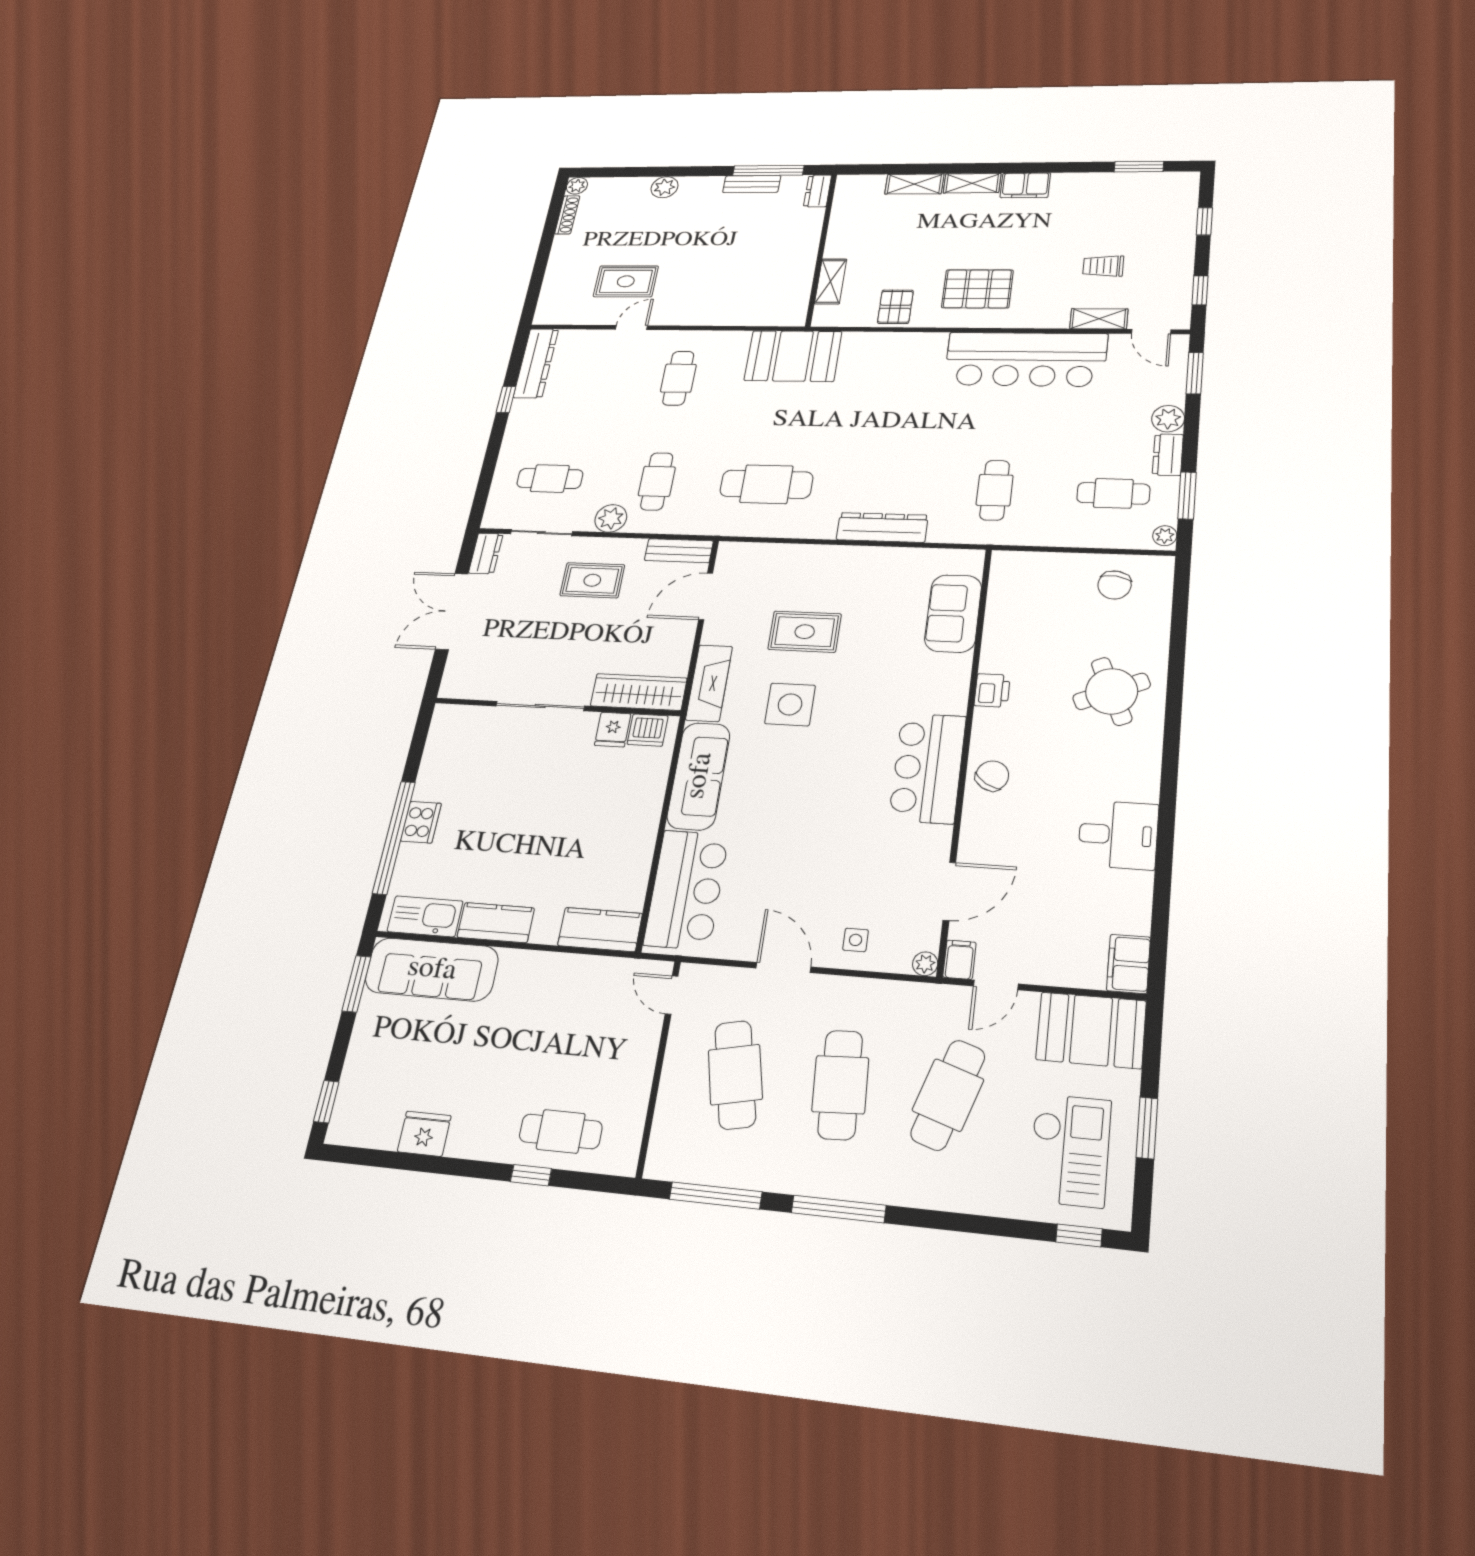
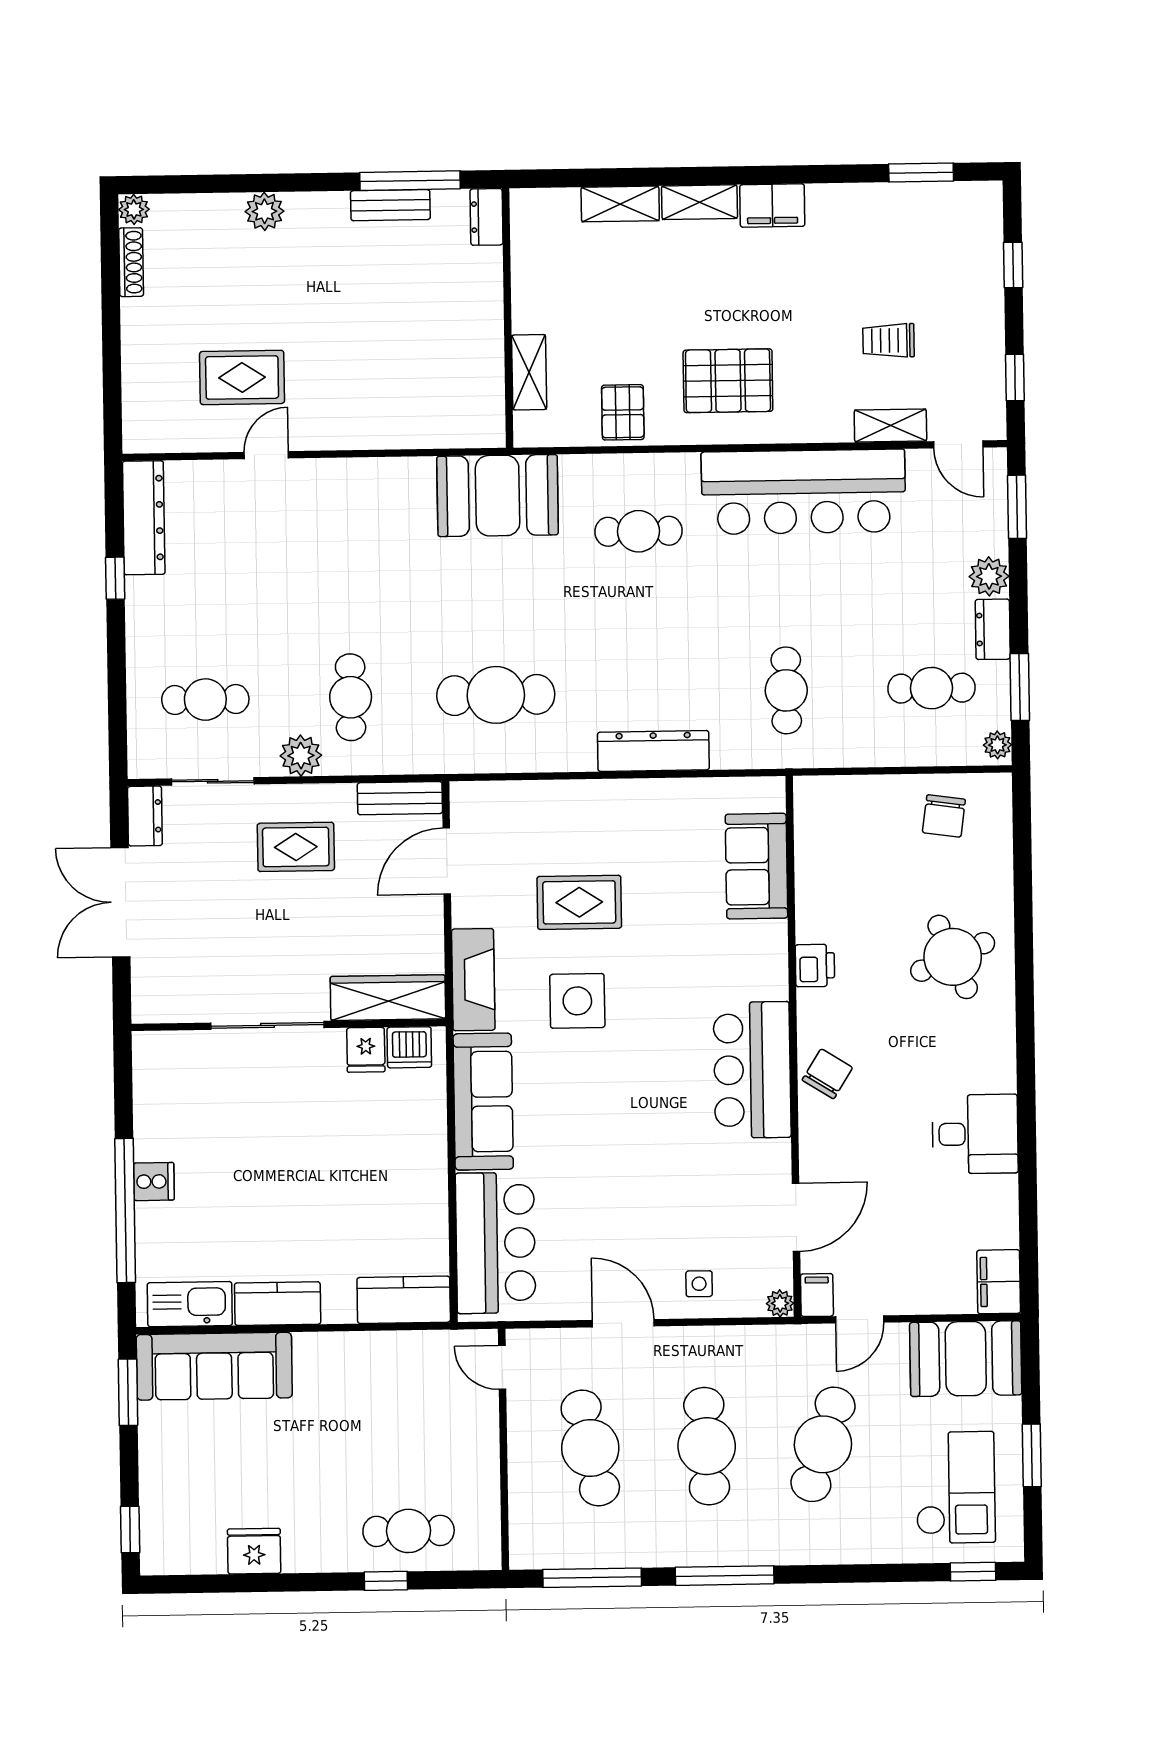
cafe table: (678, 378) -> (639, 531), moved, turned 90
cooker: (421, 822) -> (154, 1182), width x0.73

